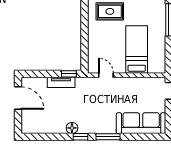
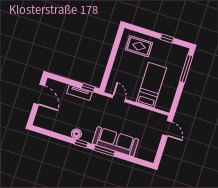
sofa: (141, 123) -> (115, 142), moved

